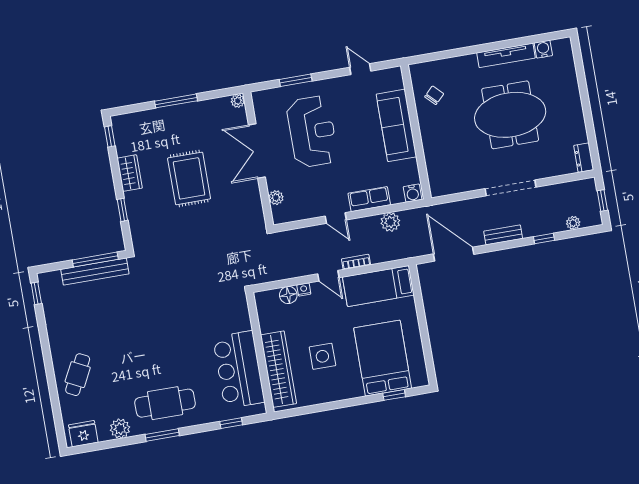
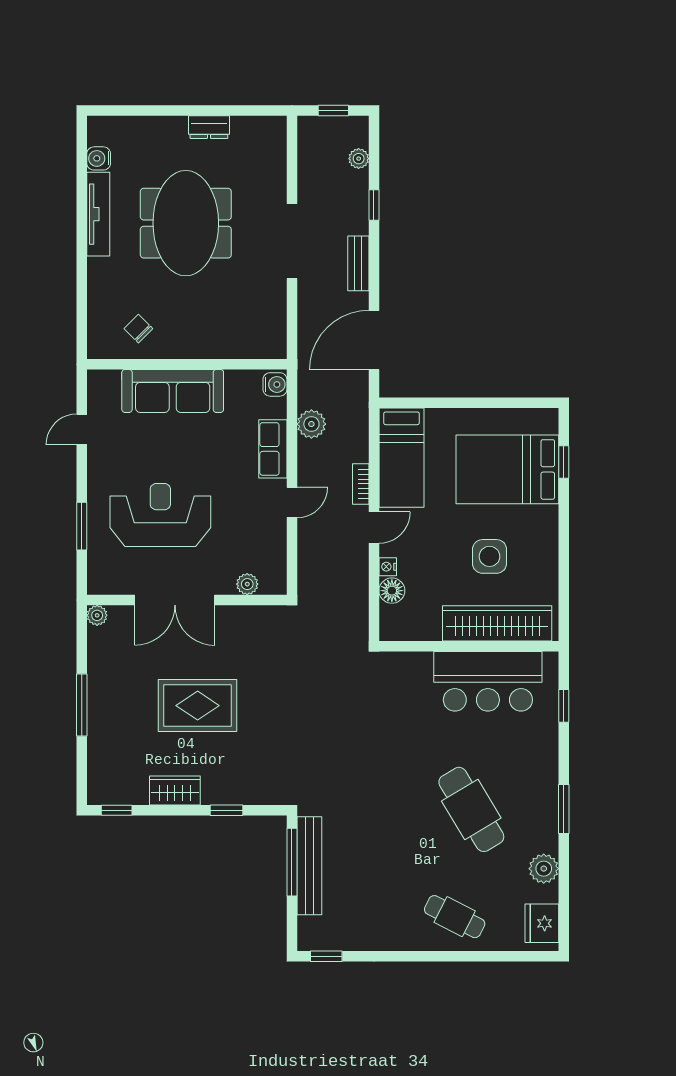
dresser: (584, 158) -> (209, 127), moved
cafe table: (165, 403) -> (471, 809), moved, turned -31

